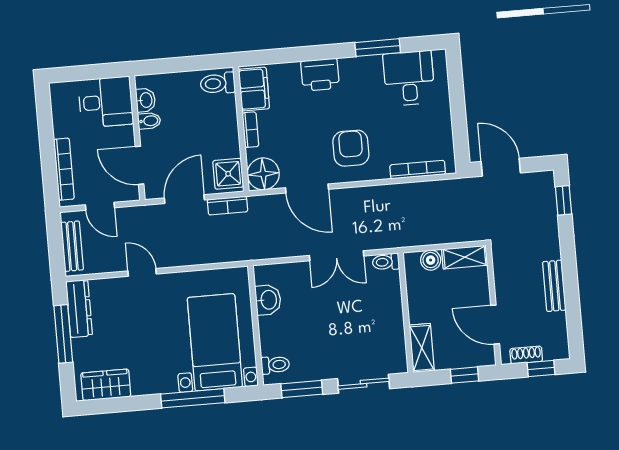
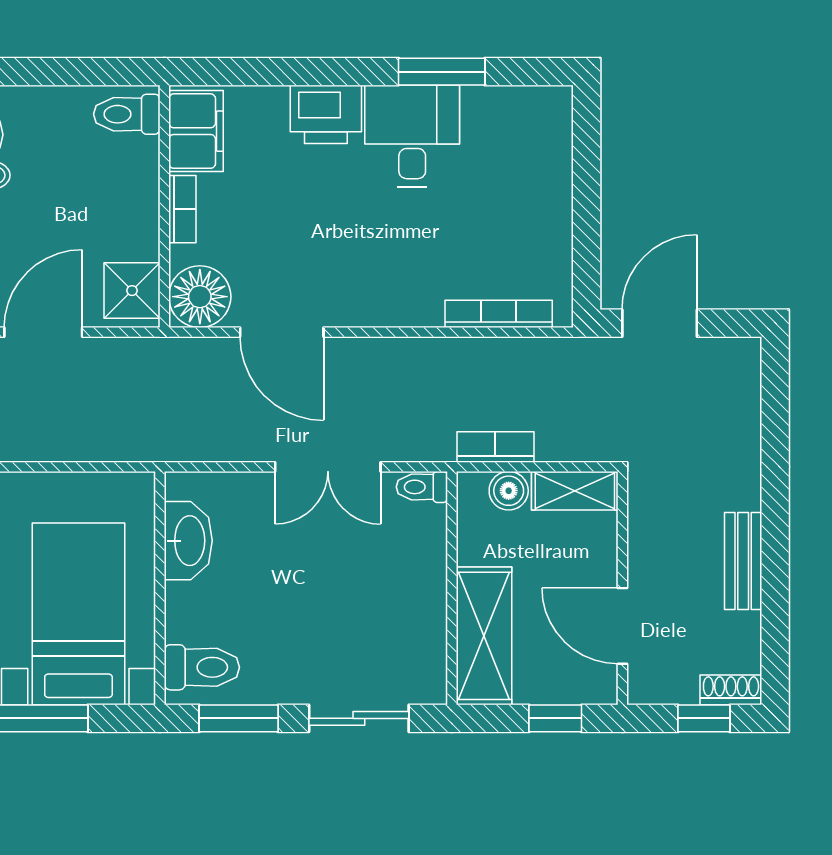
desk: (409, 78) -> (412, 136), moved
armchair: (351, 148) -> (373, 261), removed
door: (501, 167) -> (660, 323), hinge flipped
window: (563, 200) -> (775, 397), removed
bookcase: (227, 206) -> (495, 447), moved, turned 180
washbasin: (268, 300) -> (188, 541), width x1.38
shelving: (422, 348) -> (484, 636), width x1.50, depth x1.33
shoe rack: (526, 355) -> (731, 690), moved
toilet: (275, 365) -> (202, 667), width x1.37, depth x1.39

